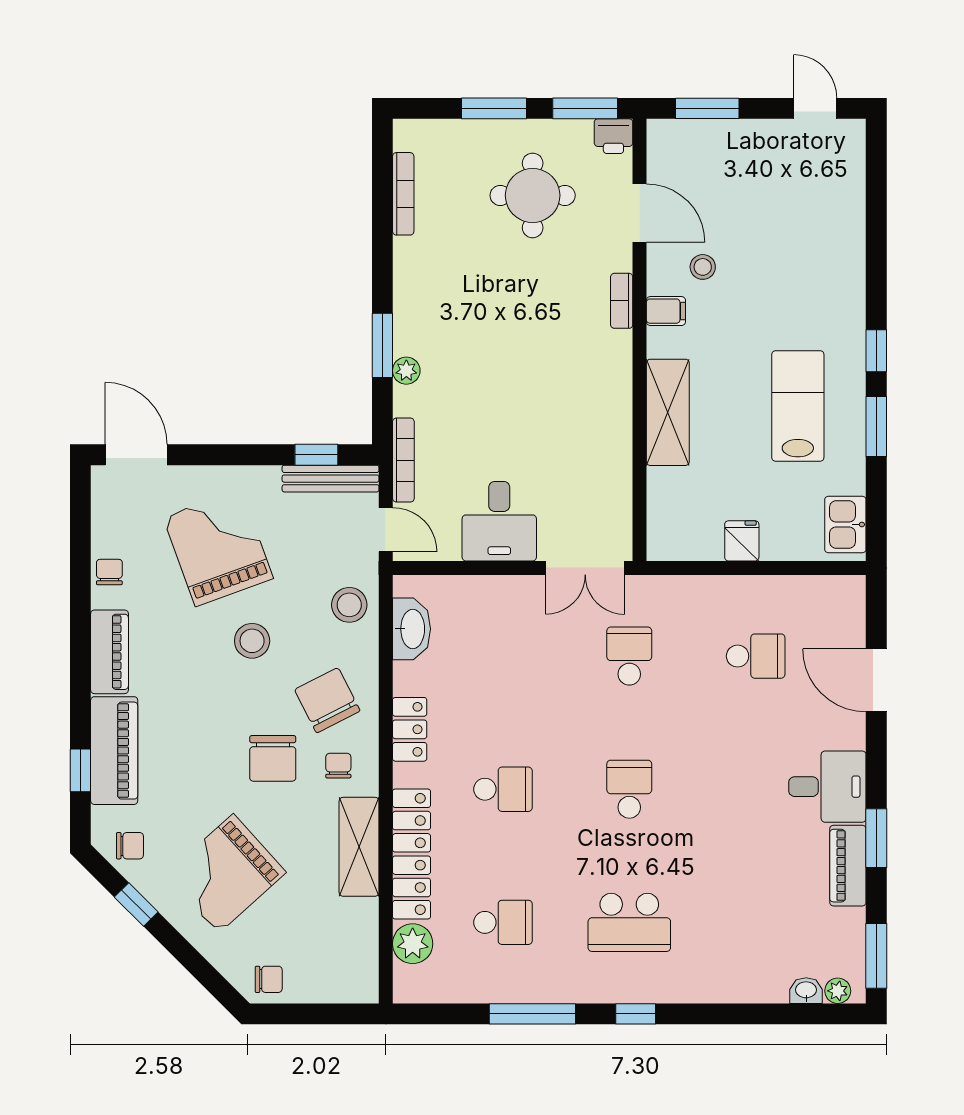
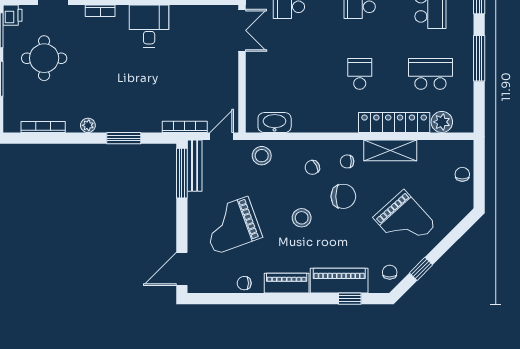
plant: (406, 371) -> (88, 125), moved
window: (316, 455) -> (182, 173), width x2.17
desk: (499, 521) -> (149, 26), moved, turned -90
stool: (252, 641) -> (302, 218), moved
chair: (327, 700) -> (312, 167), width x0.54, depth x0.54
locker: (410, 729) -> (328, 124), removed
school desk: (503, 922) -> (430, 74), width x1.85
chair: (269, 979) -> (462, 174), moved

